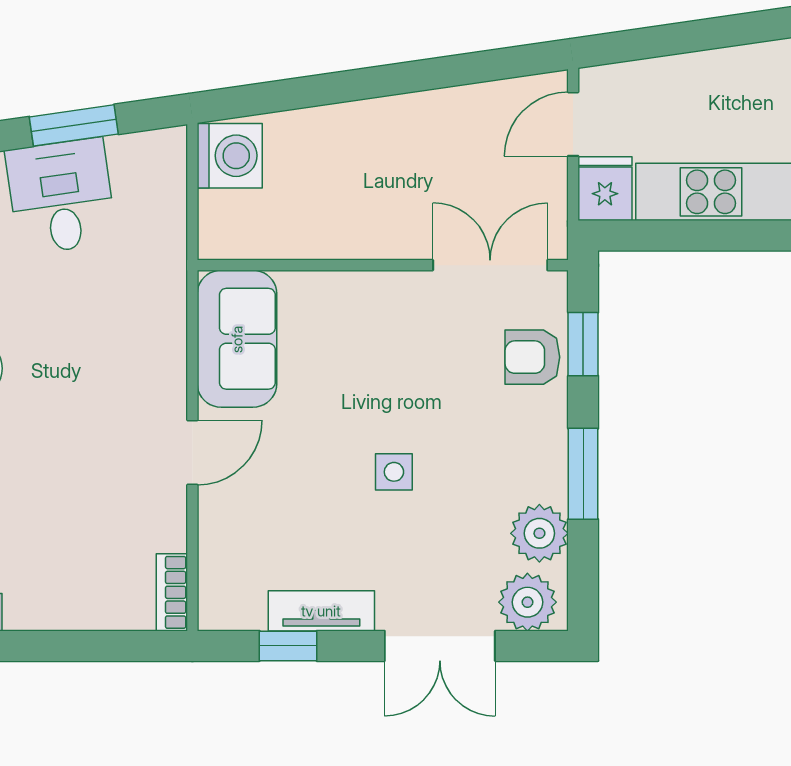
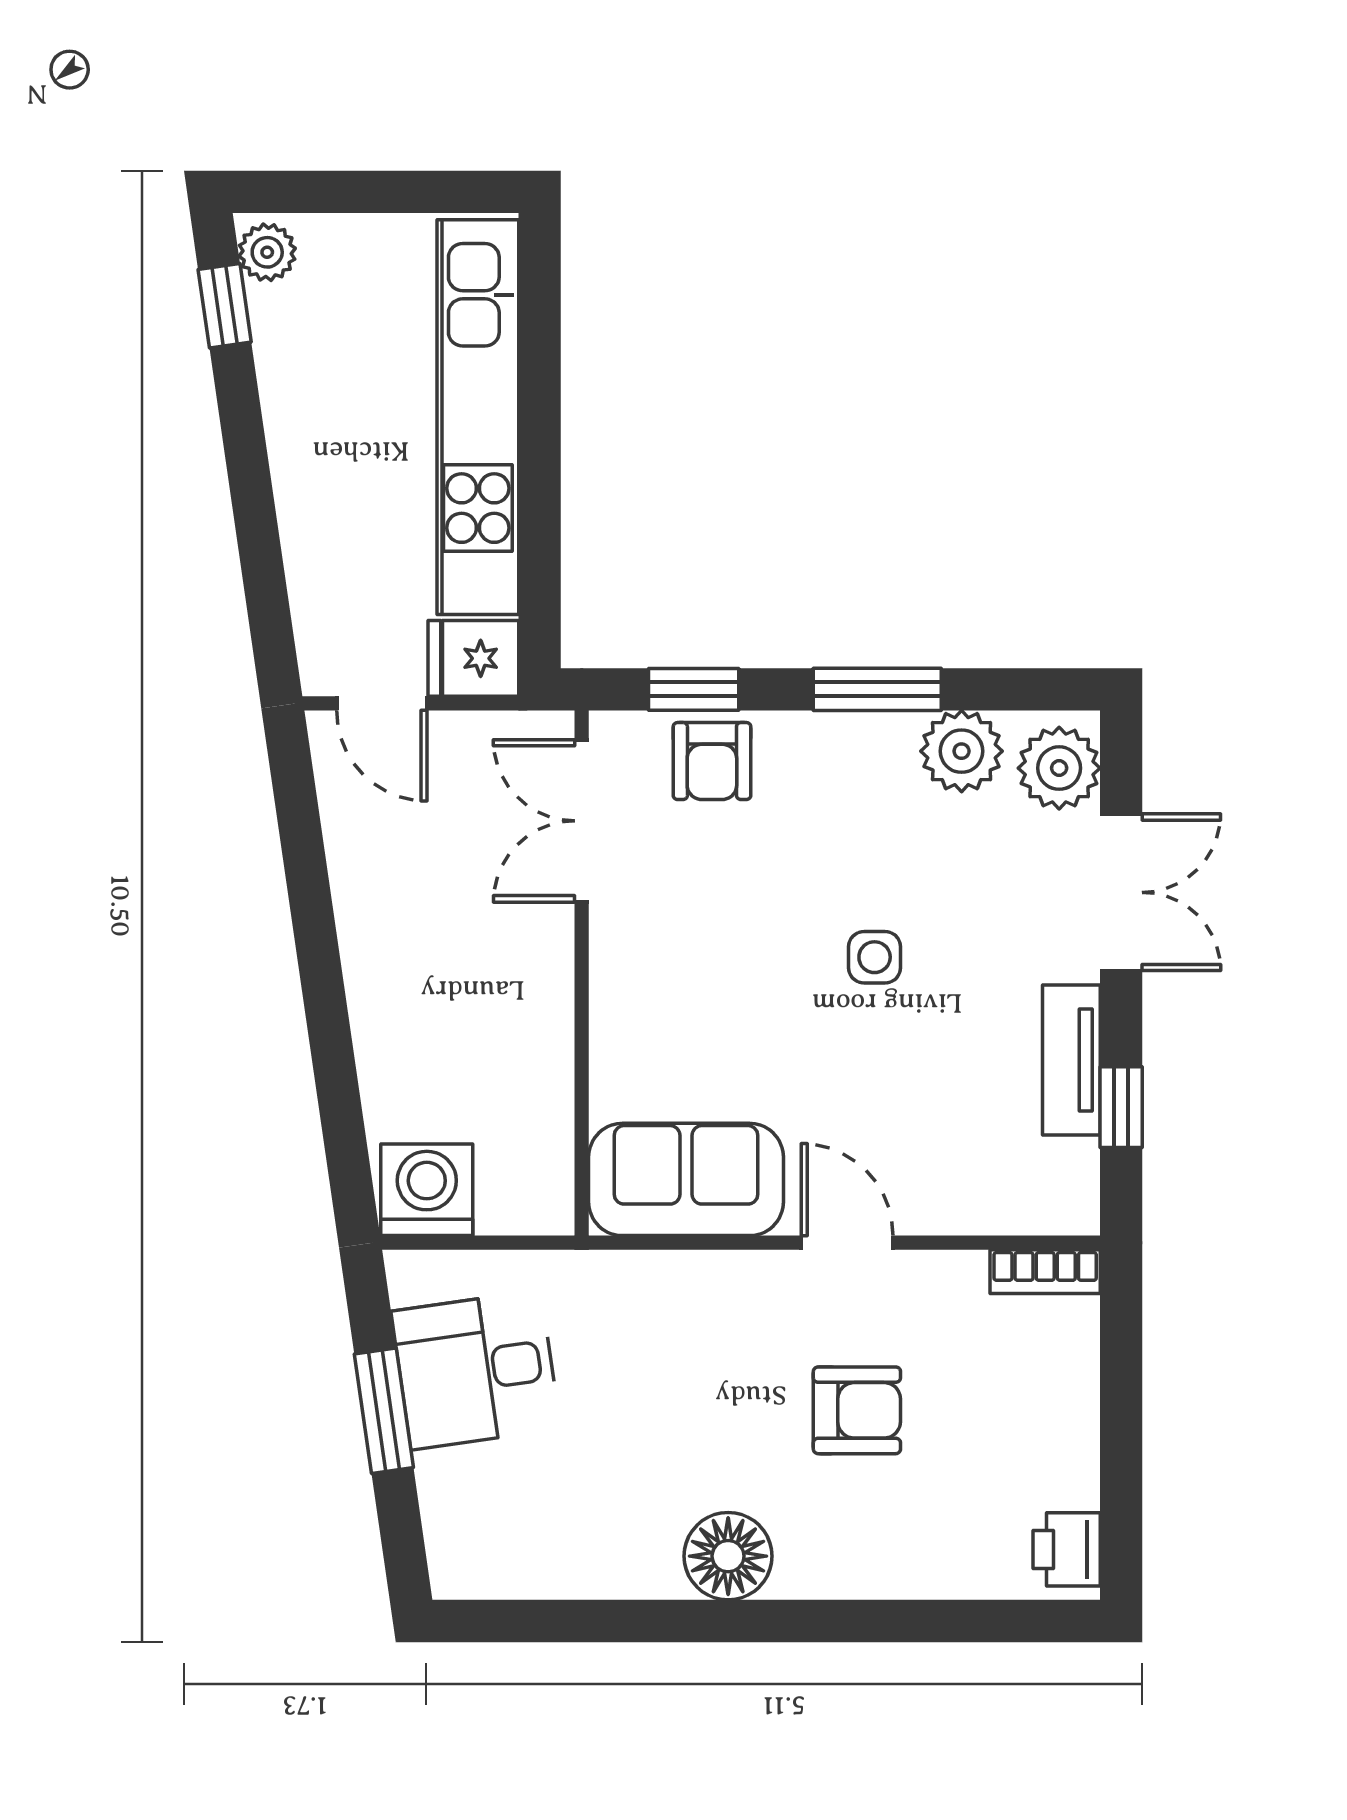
desk: (61, 196) -> (476, 1370), moved
armchair: (74, 459) -> (857, 1410), added

